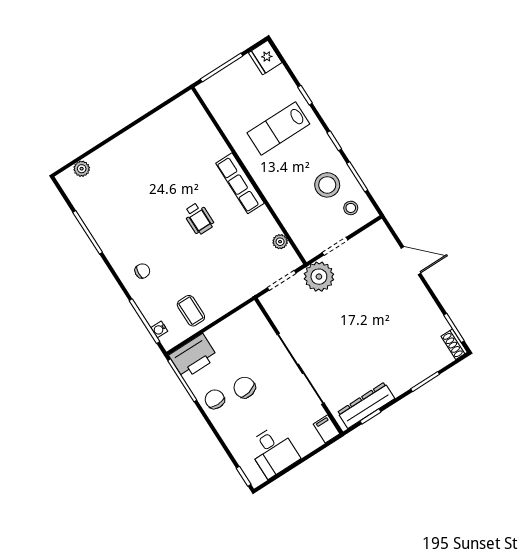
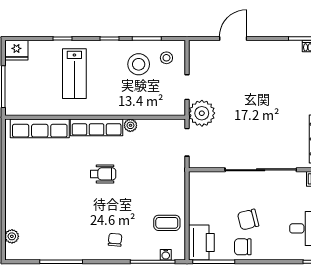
row of seats: (204, 129) -> (40, 128), added
plant: (280, 242) -> (130, 125), moved

